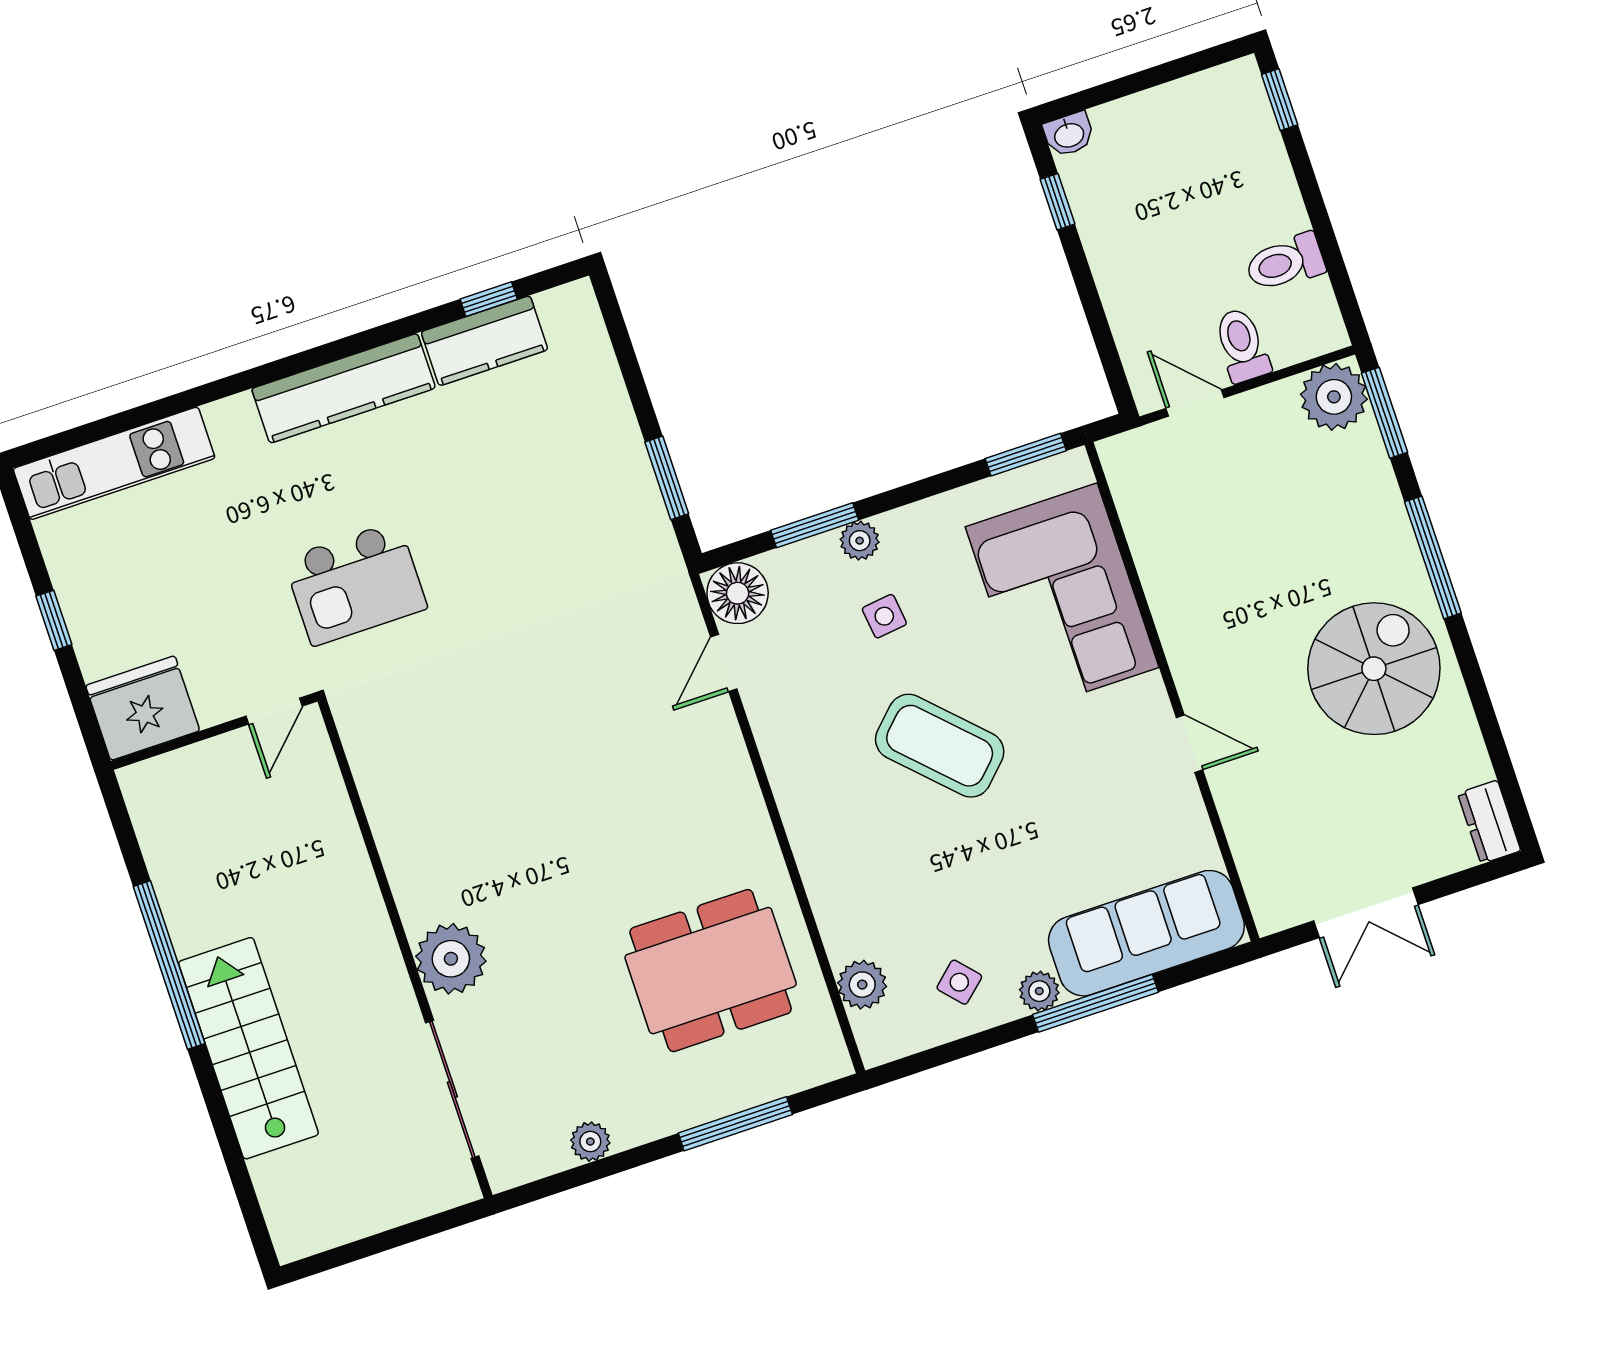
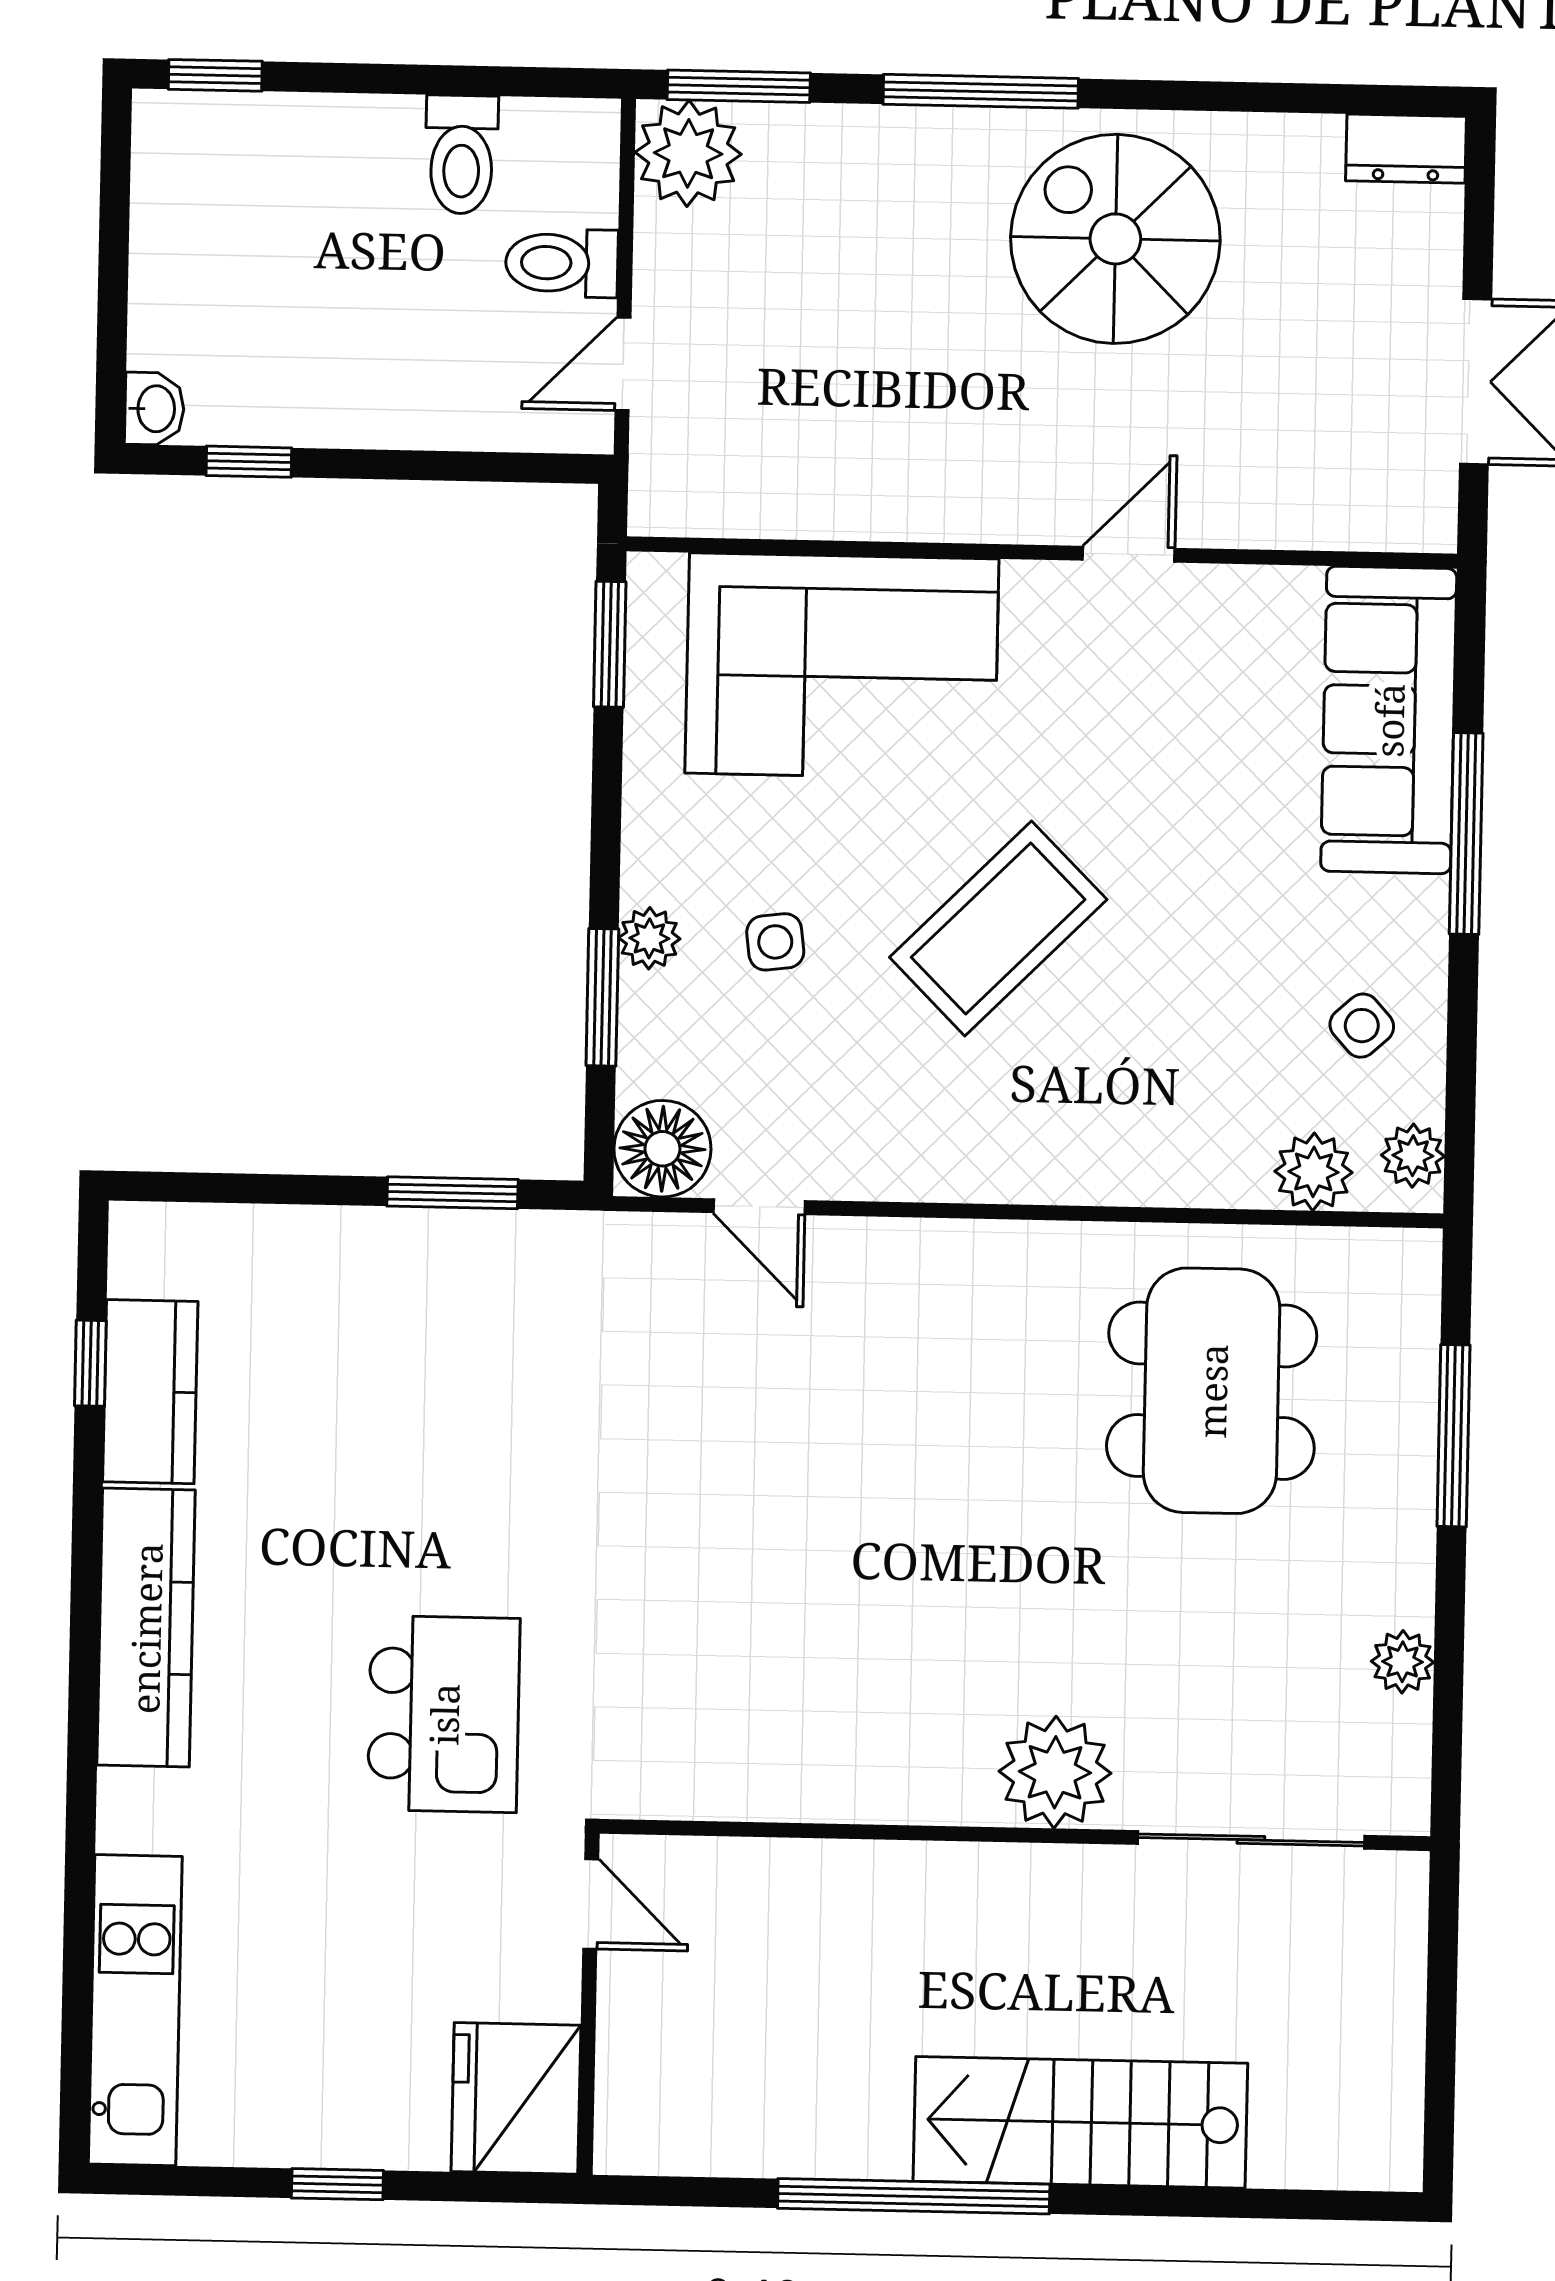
plant: (1039, 991) -> (1413, 1156), moved

